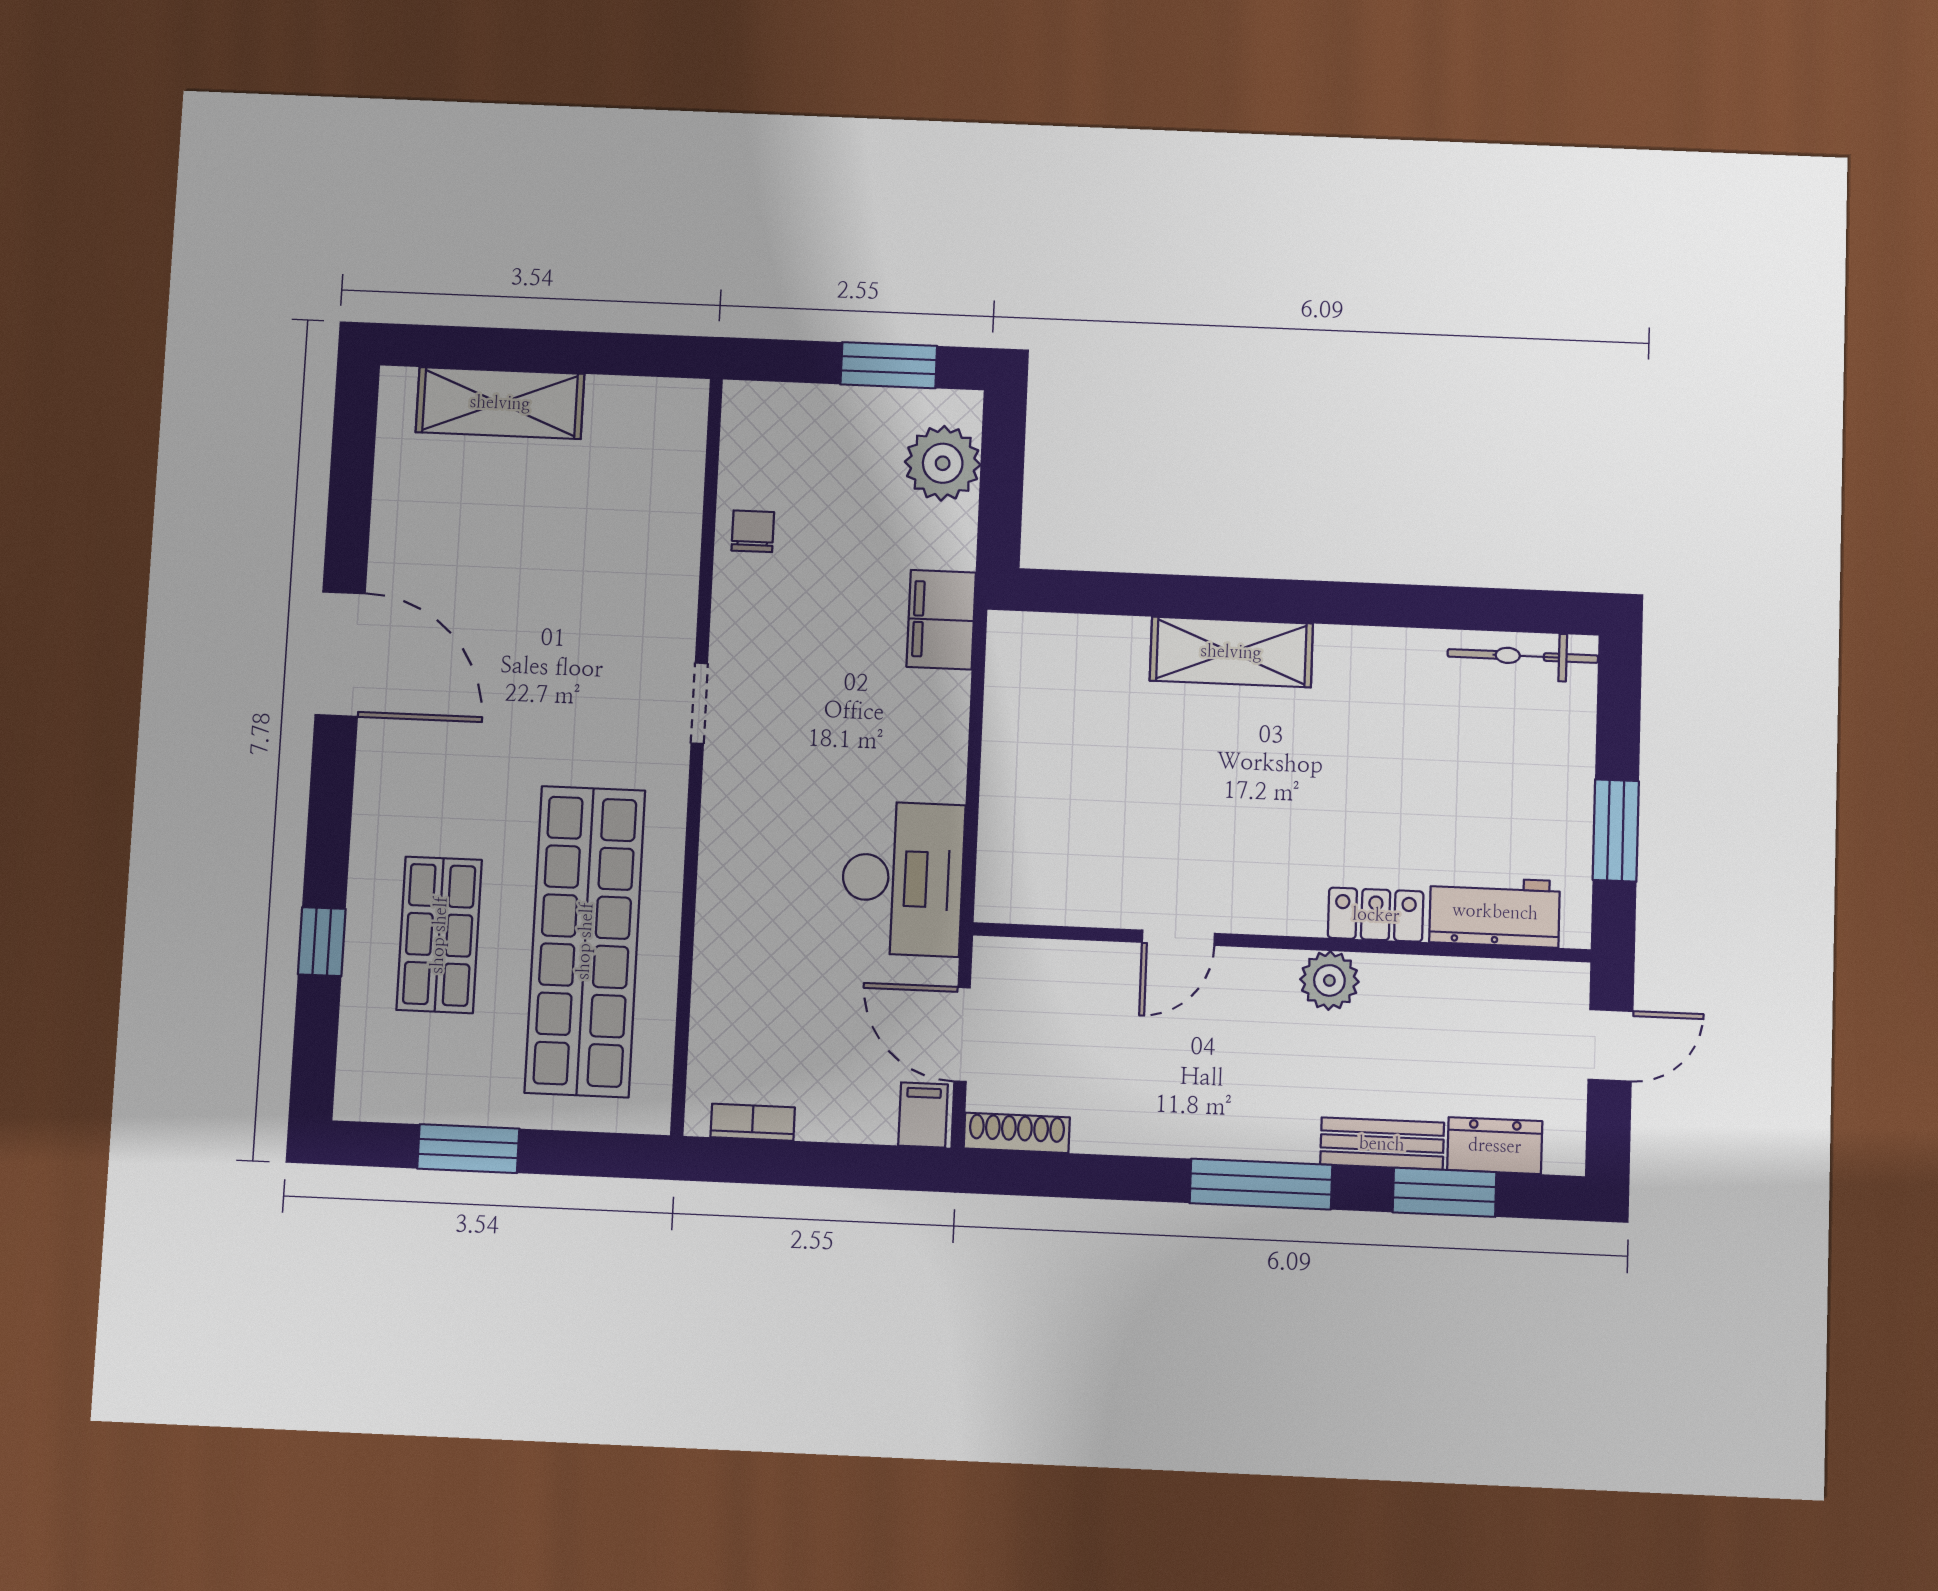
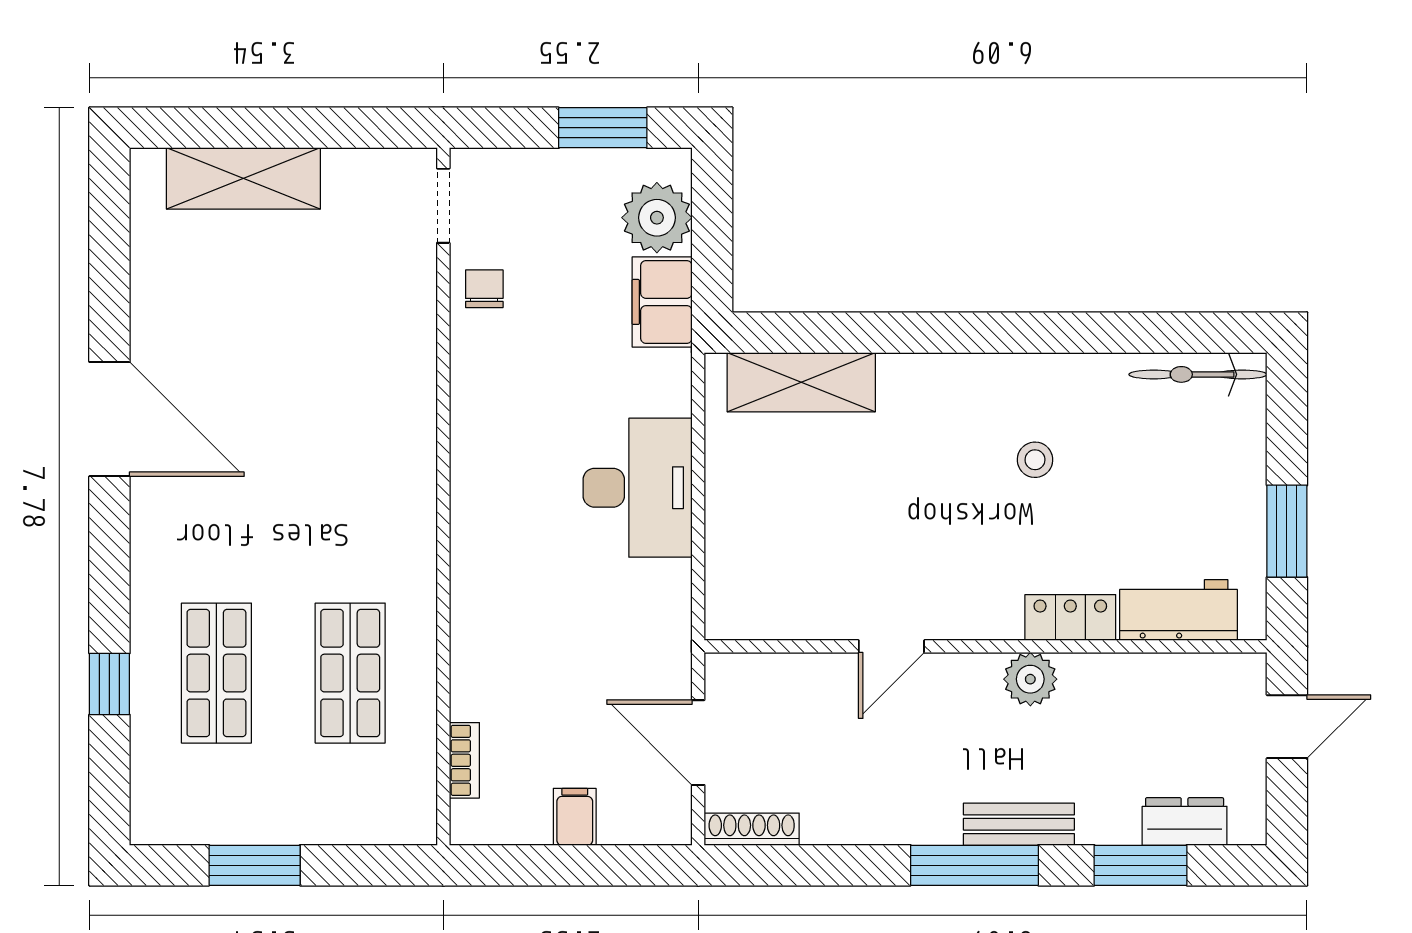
filing cabinet: (941, 620) -> (662, 302), moved
shelving: (1231, 652) -> (801, 382), moved
doorway: (699, 703) -> (443, 206), moved
stool: (1342, 741) -> (1035, 460), added
desk: (903, 879) -> (638, 488), moved
shop shelf: (585, 941) -> (350, 673), width x0.50, depth x0.74
filing cabinet: (923, 1115) -> (575, 817), moved
bookcase: (753, 1122) -> (464, 760), moved, turned 90
bench: (1382, 1144) -> (1019, 824), moved

